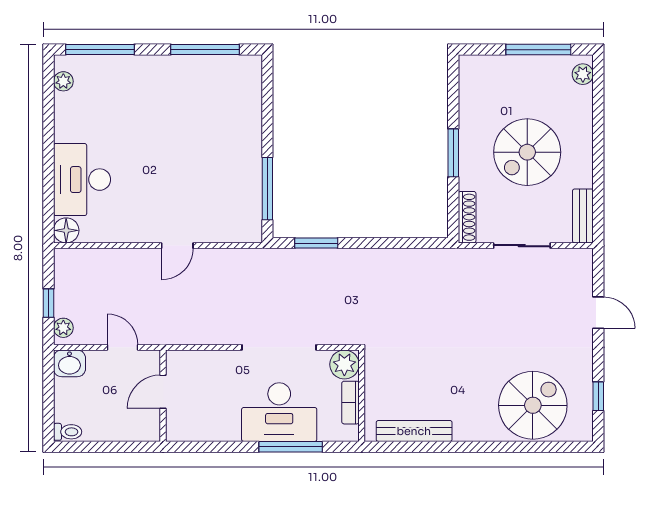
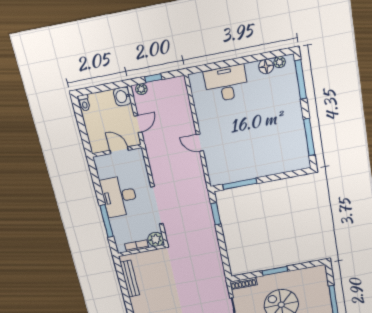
floor lamp: (66, 230) -> (266, 66), moved
desk: (279, 412) -> (119, 196), moved

